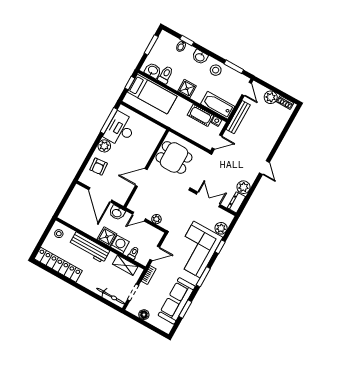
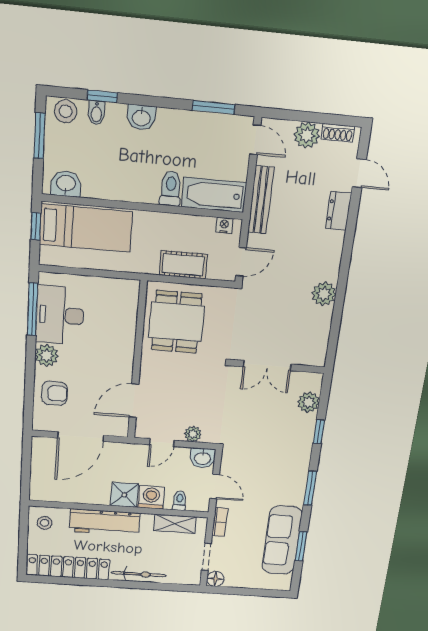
stool: (216, 70) -> (66, 111), moved
toilet: (166, 75) -> (171, 189), moved
shower: (187, 89) -> (144, 189), removed
cot: (200, 115) -> (183, 265), moved
dining table: (174, 157) -> (177, 322), turned 90
armchair: (99, 167) -> (54, 393), turned -85
door: (264, 168) -> (359, 173), moved
door: (141, 178) -> (134, 401), moved
plant: (243, 187) -> (324, 294), moved
door: (100, 195) -> (81, 437), hinge flipped
double door: (208, 199) -> (267, 366), swing flipped
dresser: (236, 202) -> (339, 211), moved
washbasin: (117, 213) -> (202, 458), moved
corner sofa: (197, 249) -> (282, 452), removed
door: (155, 253) -> (215, 487), hinge flipped
bicycle: (111, 296) -> (139, 574), moved
floor lamp: (144, 315) -> (215, 579), moved

